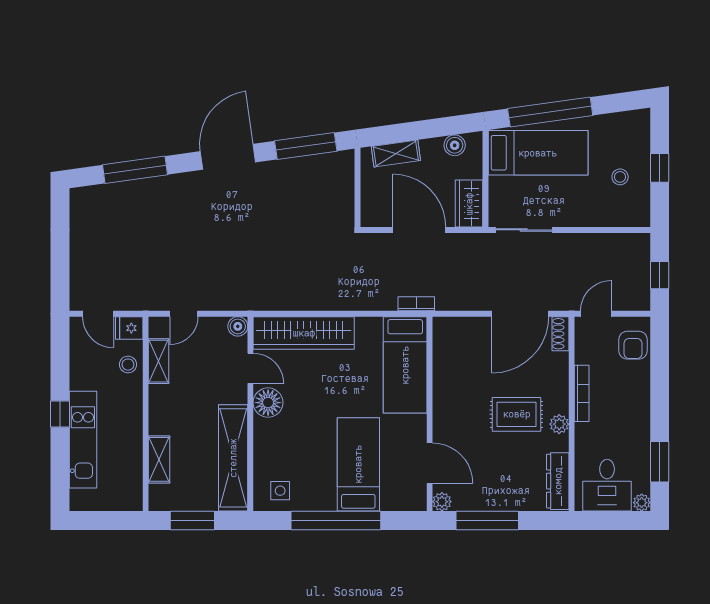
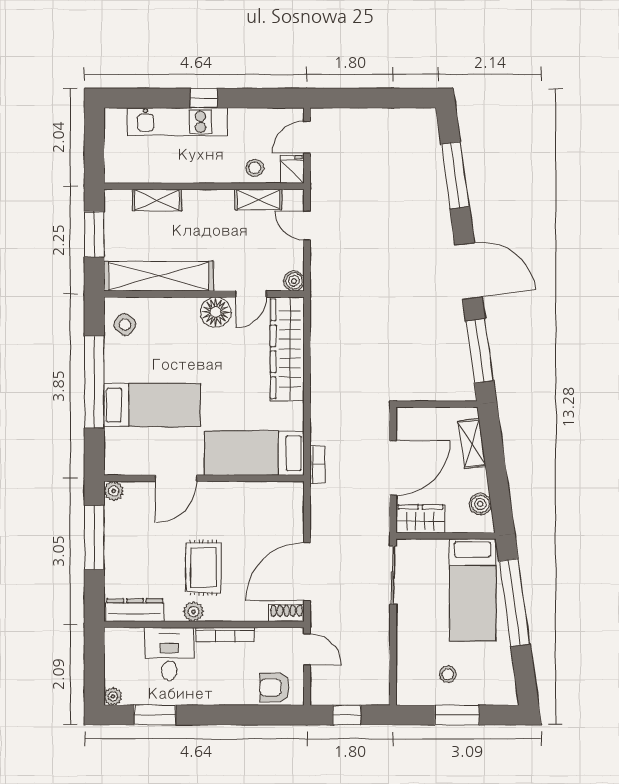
window: (660, 168) -> (457, 715), width x1.50
door: (520, 314) -> (307, 572), hinge flipped
door: (430, 463) -> (176, 478), moved
desk: (607, 485) -> (169, 654), moved, turned 90
side table: (280, 491) -> (125, 325), turned 37

